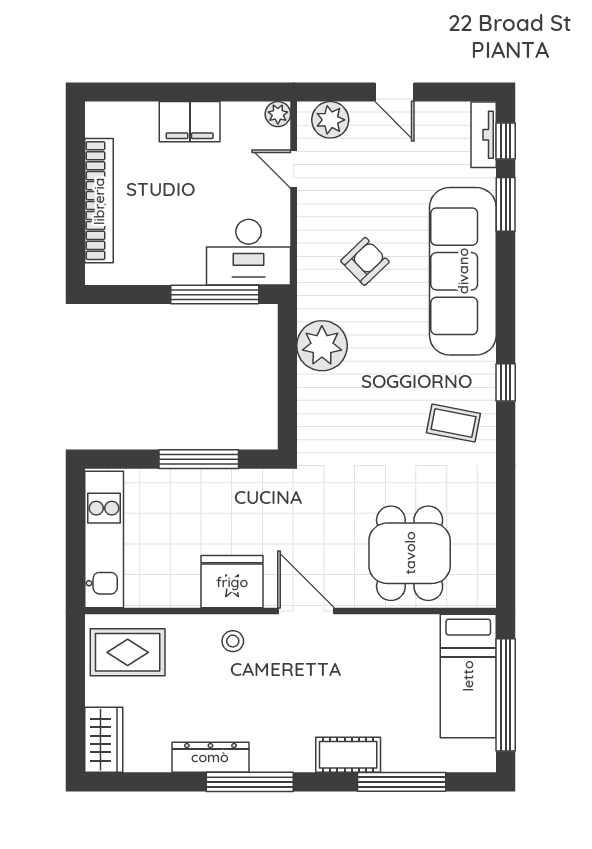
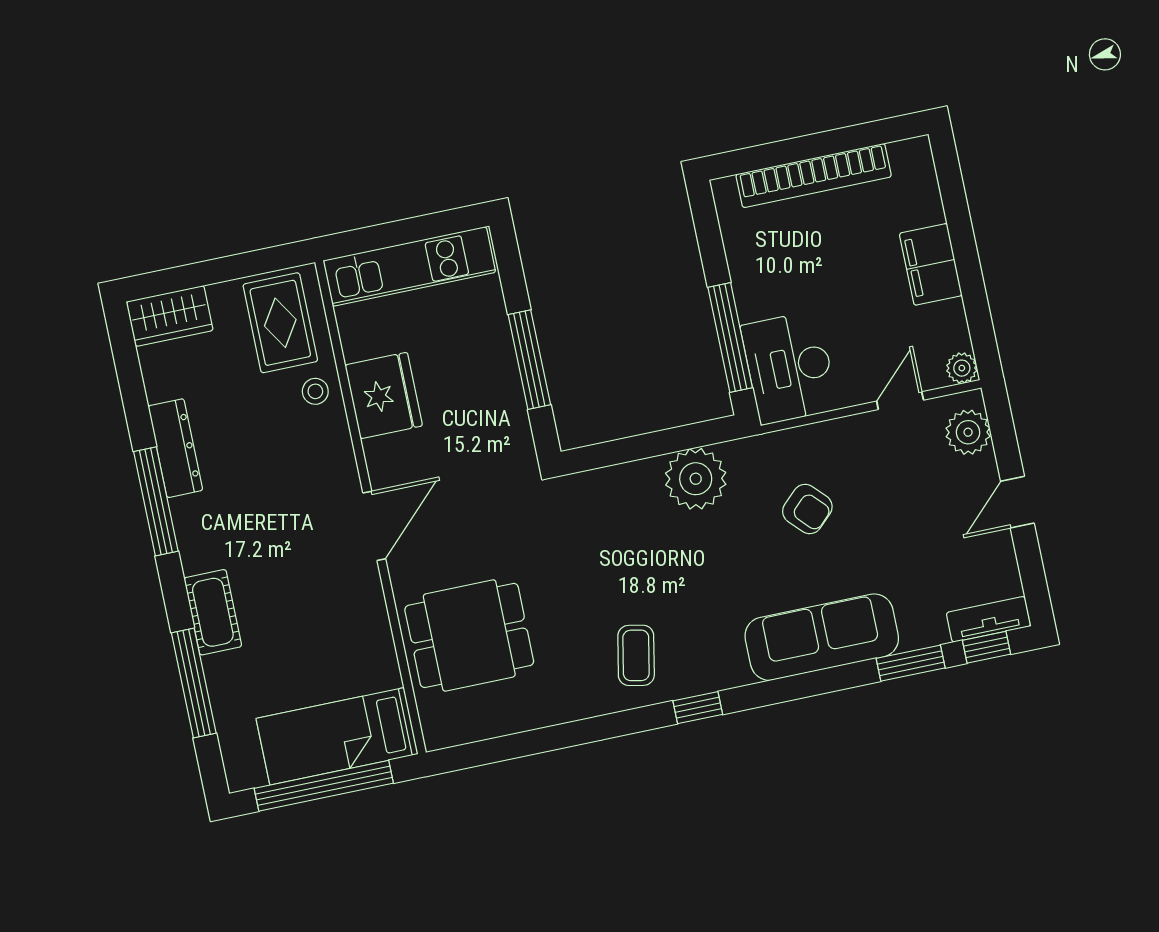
sofa: (463, 271) -> (822, 637), width x0.74, depth x0.79
fridge: (232, 582) -> (384, 395), moved
stool: (233, 641) -> (315, 391), moved

